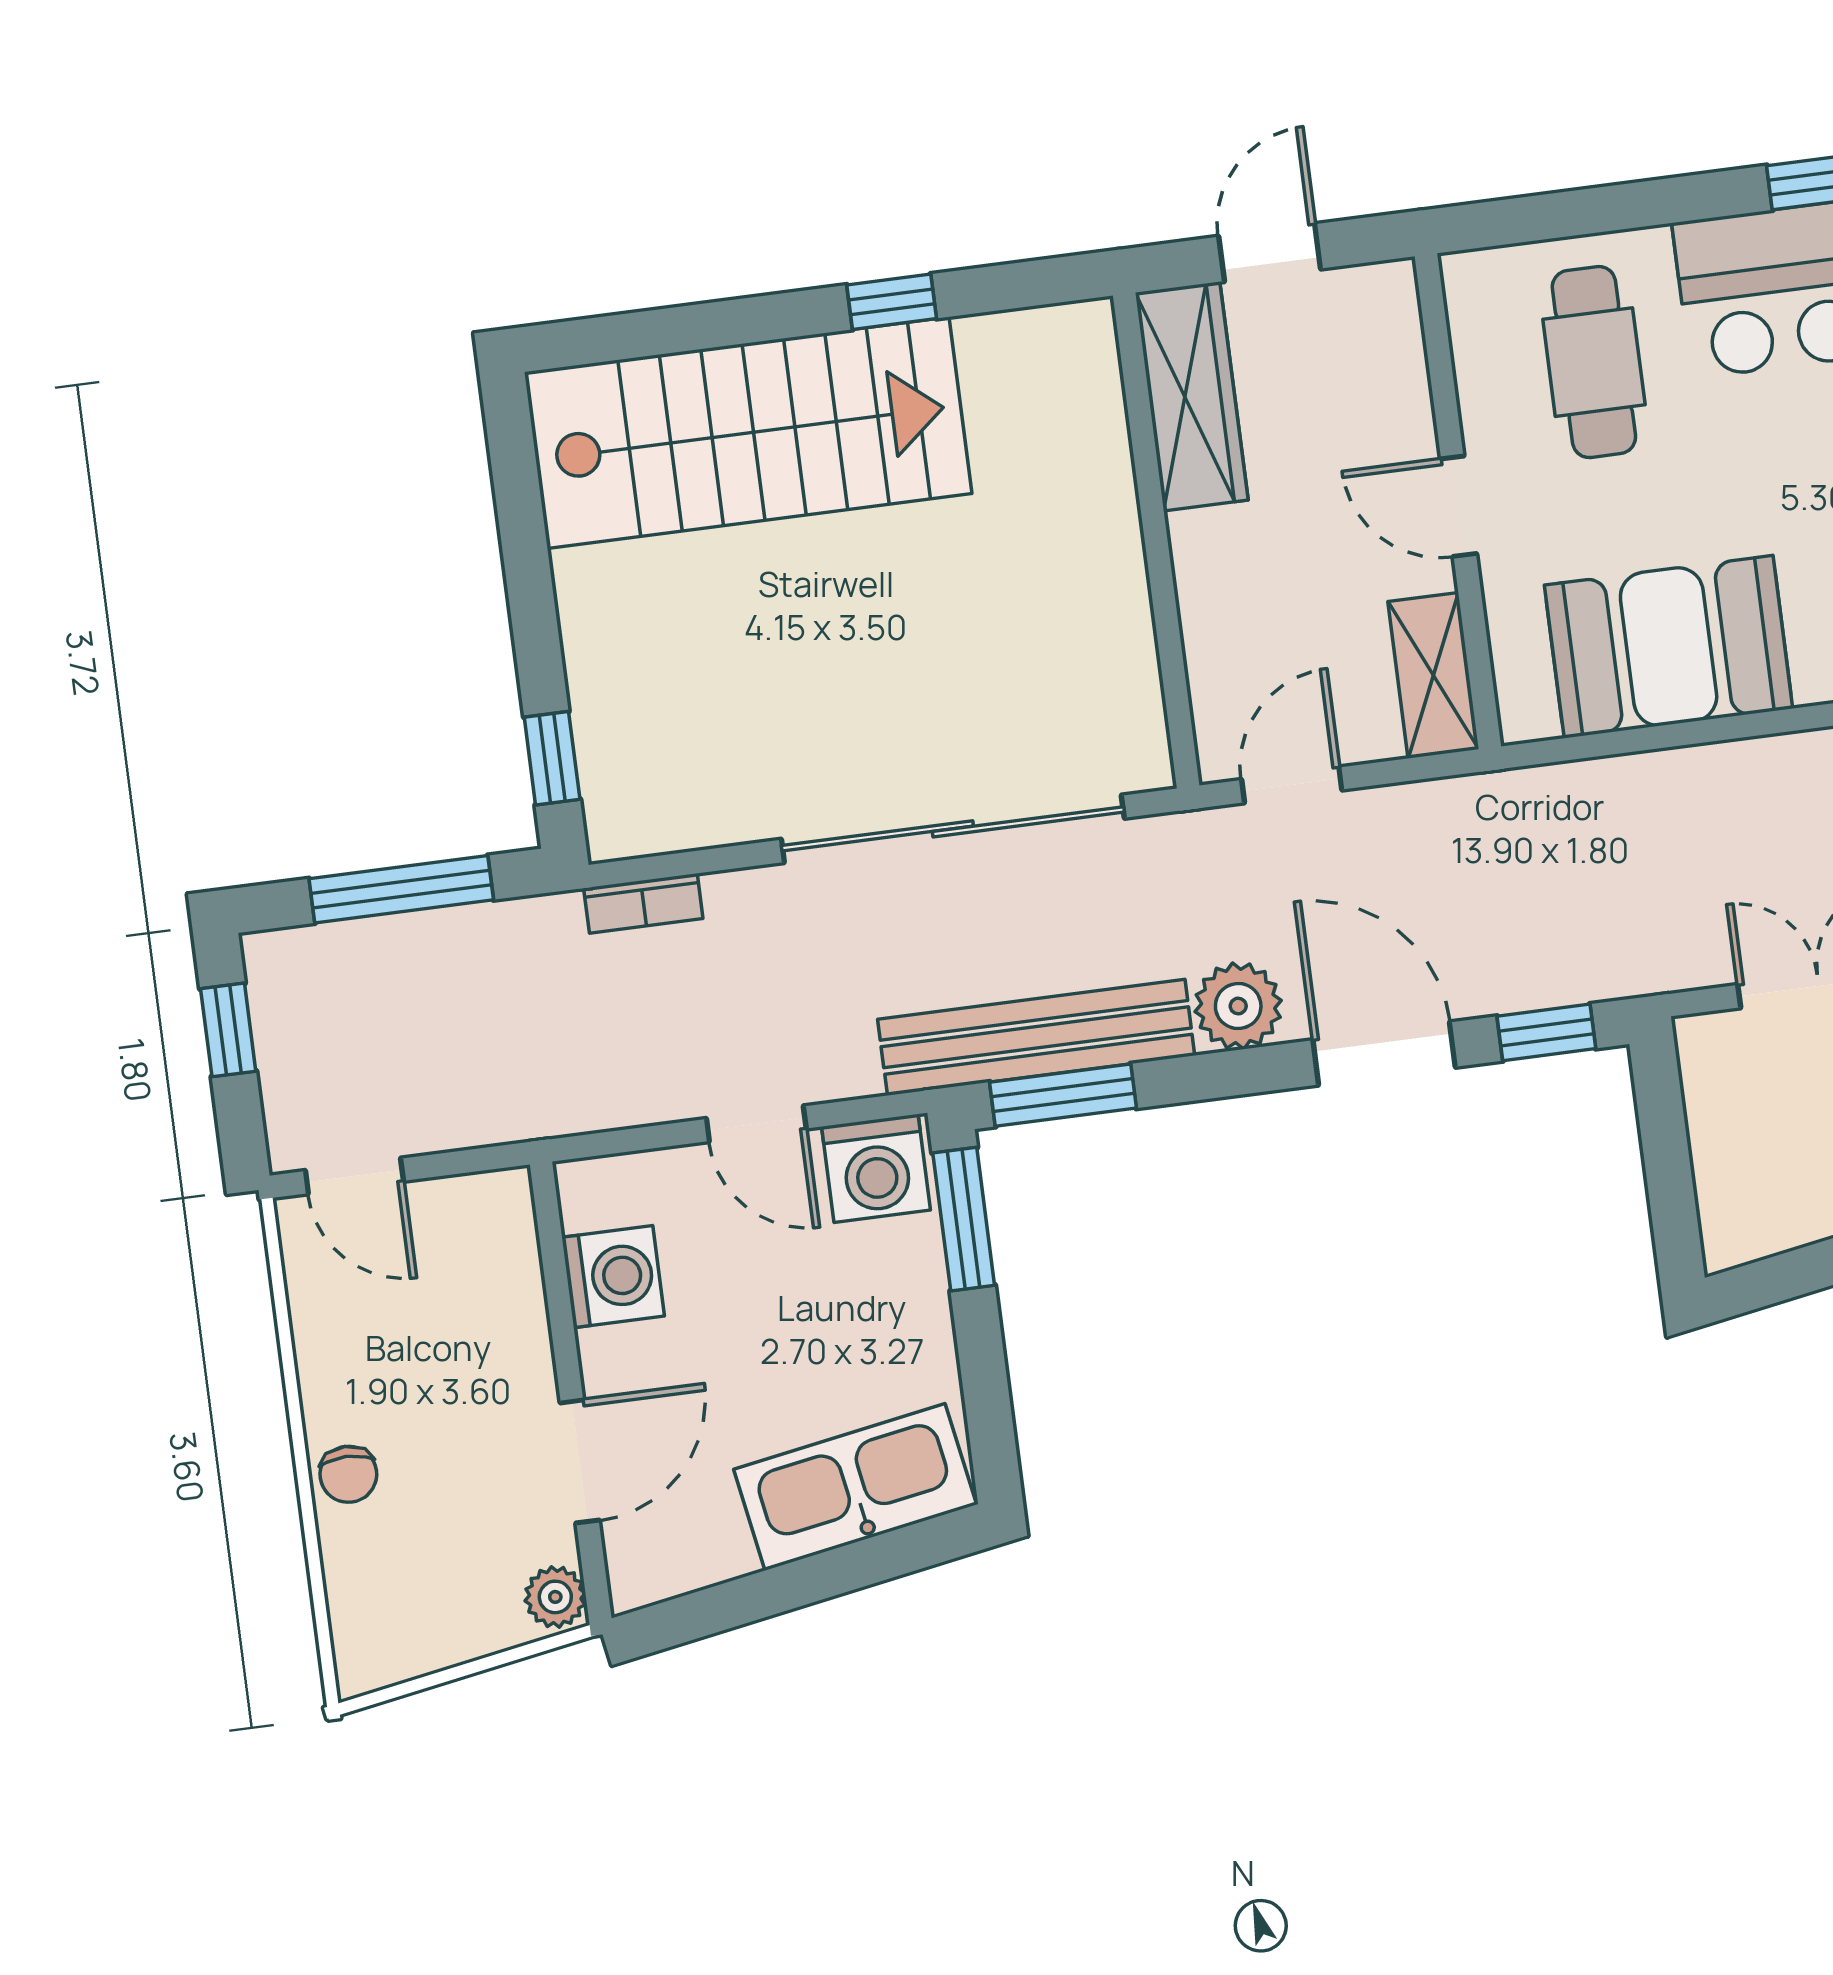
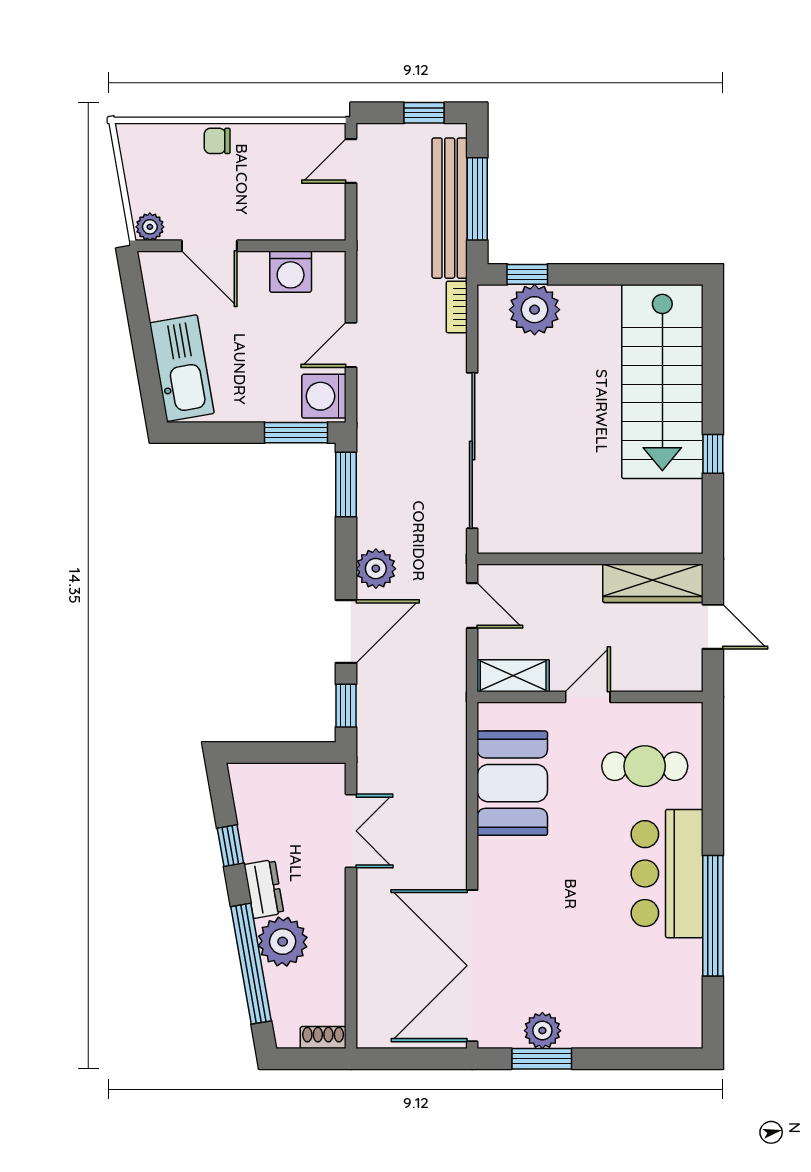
plant: (627, 733) -> (535, 310), added
bench: (1036, 1037) -> (450, 208), moved

